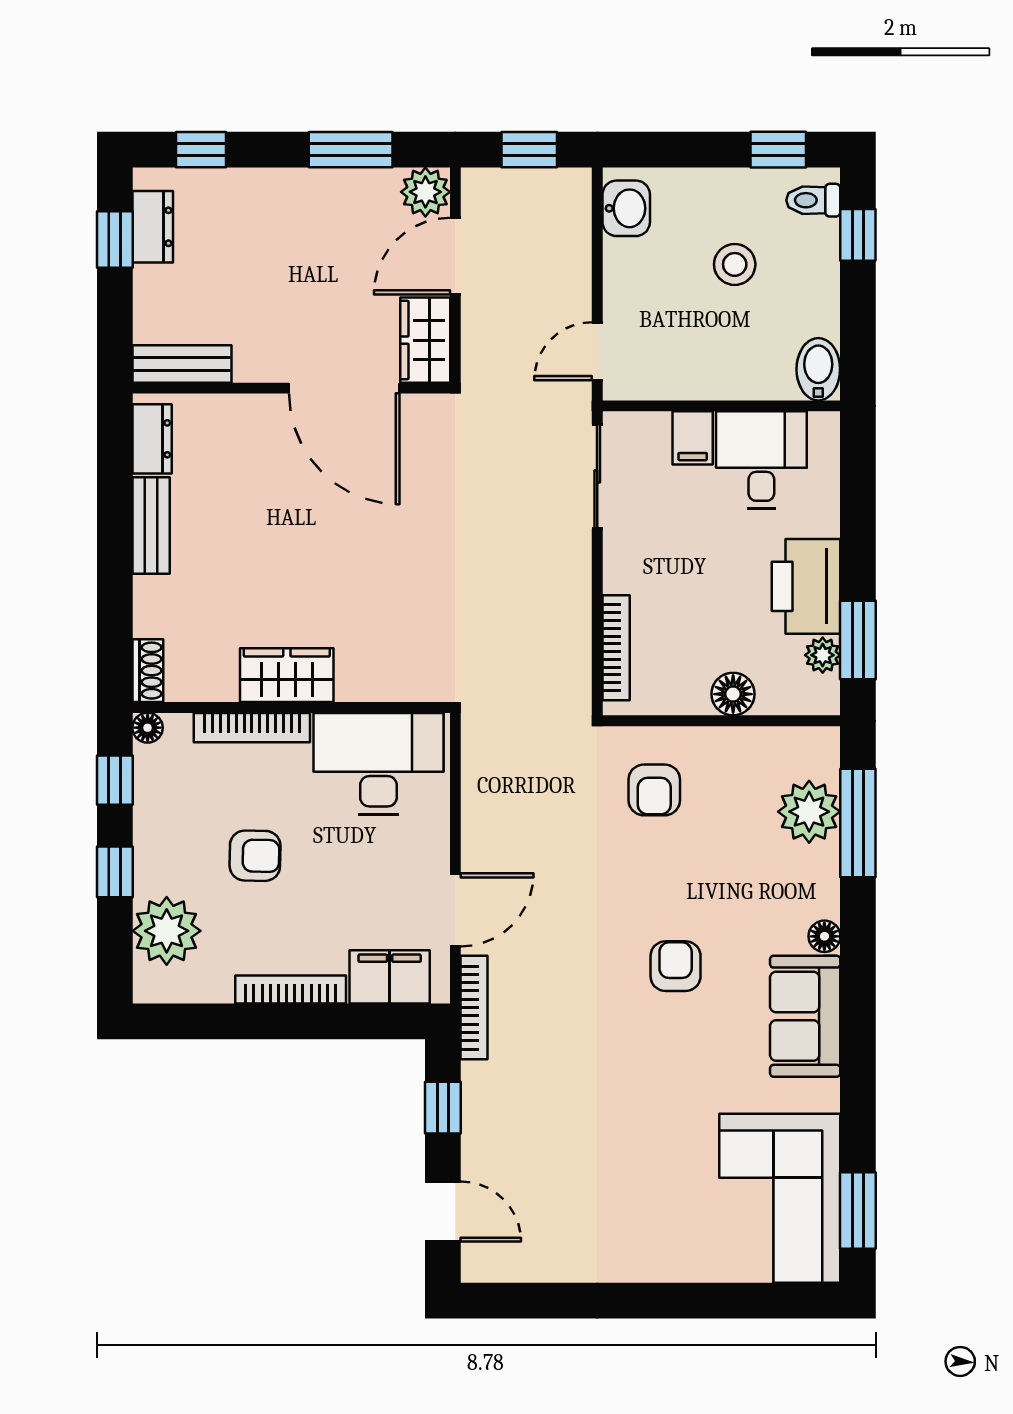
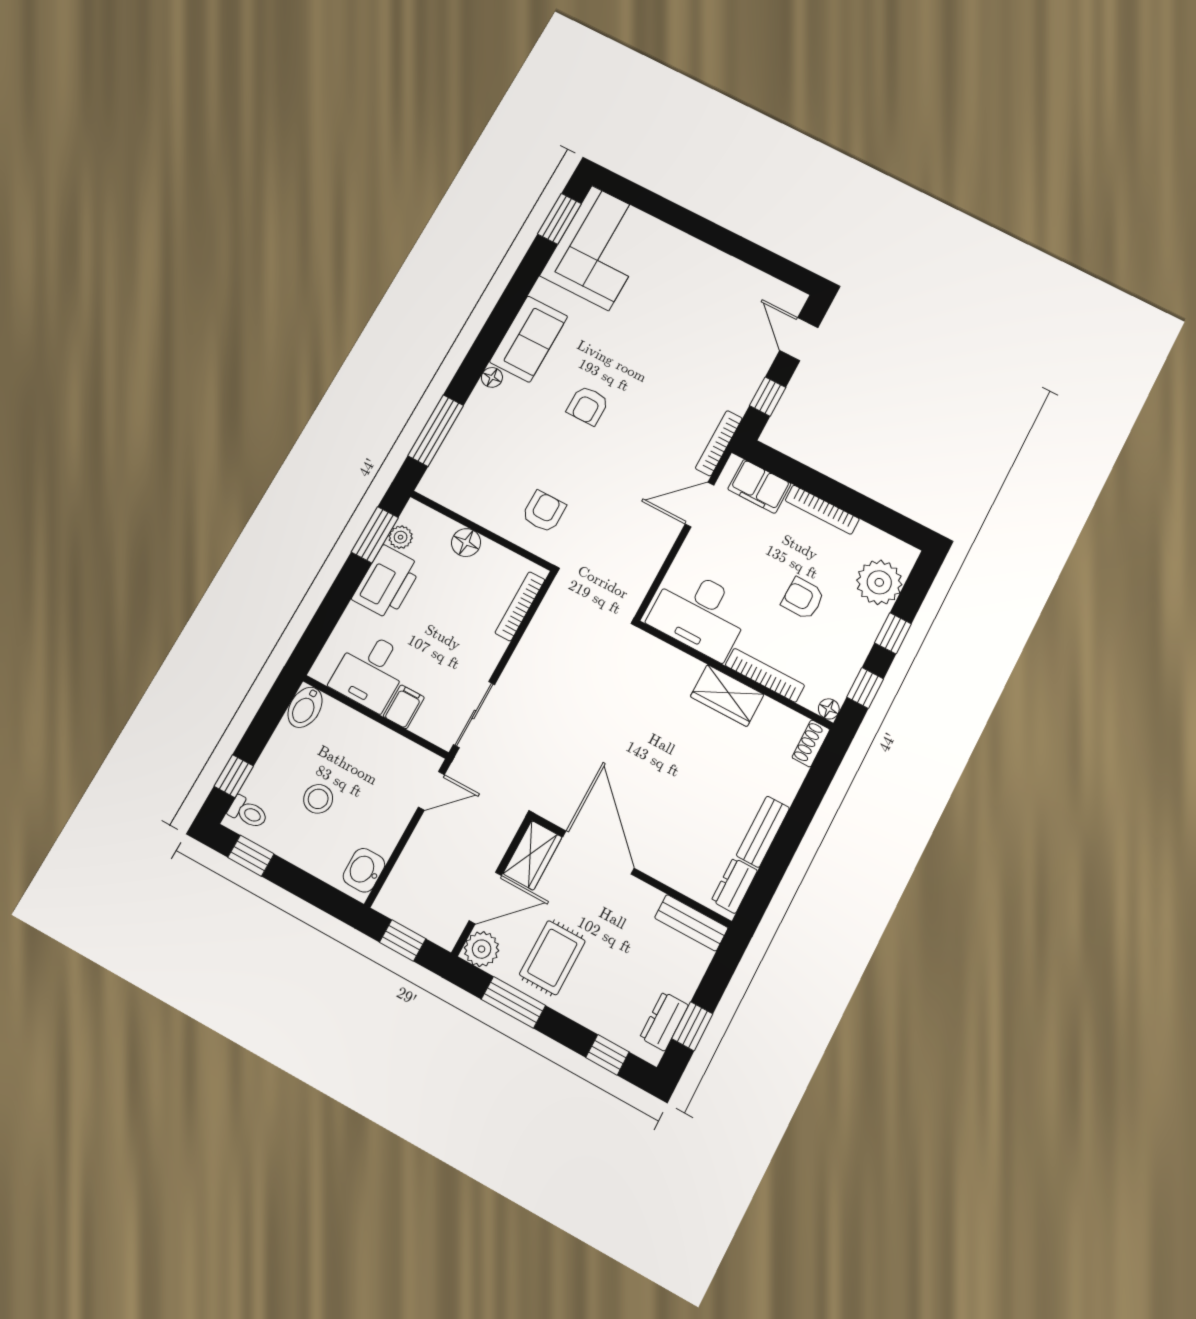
rug: (332, 229) -> (552, 958), added
plant: (809, 812) -> (460, 452), removed

